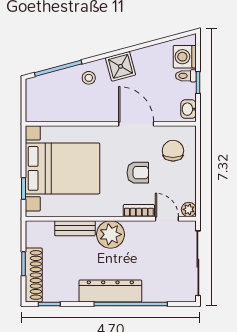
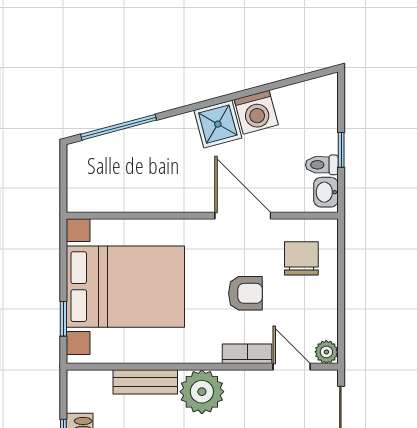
washing machine: (185, 57) -> (256, 112), moved, turned -105
toilet: (186, 76) -> (322, 165), moved
stool: (89, 78) -> (167, 142), removed

